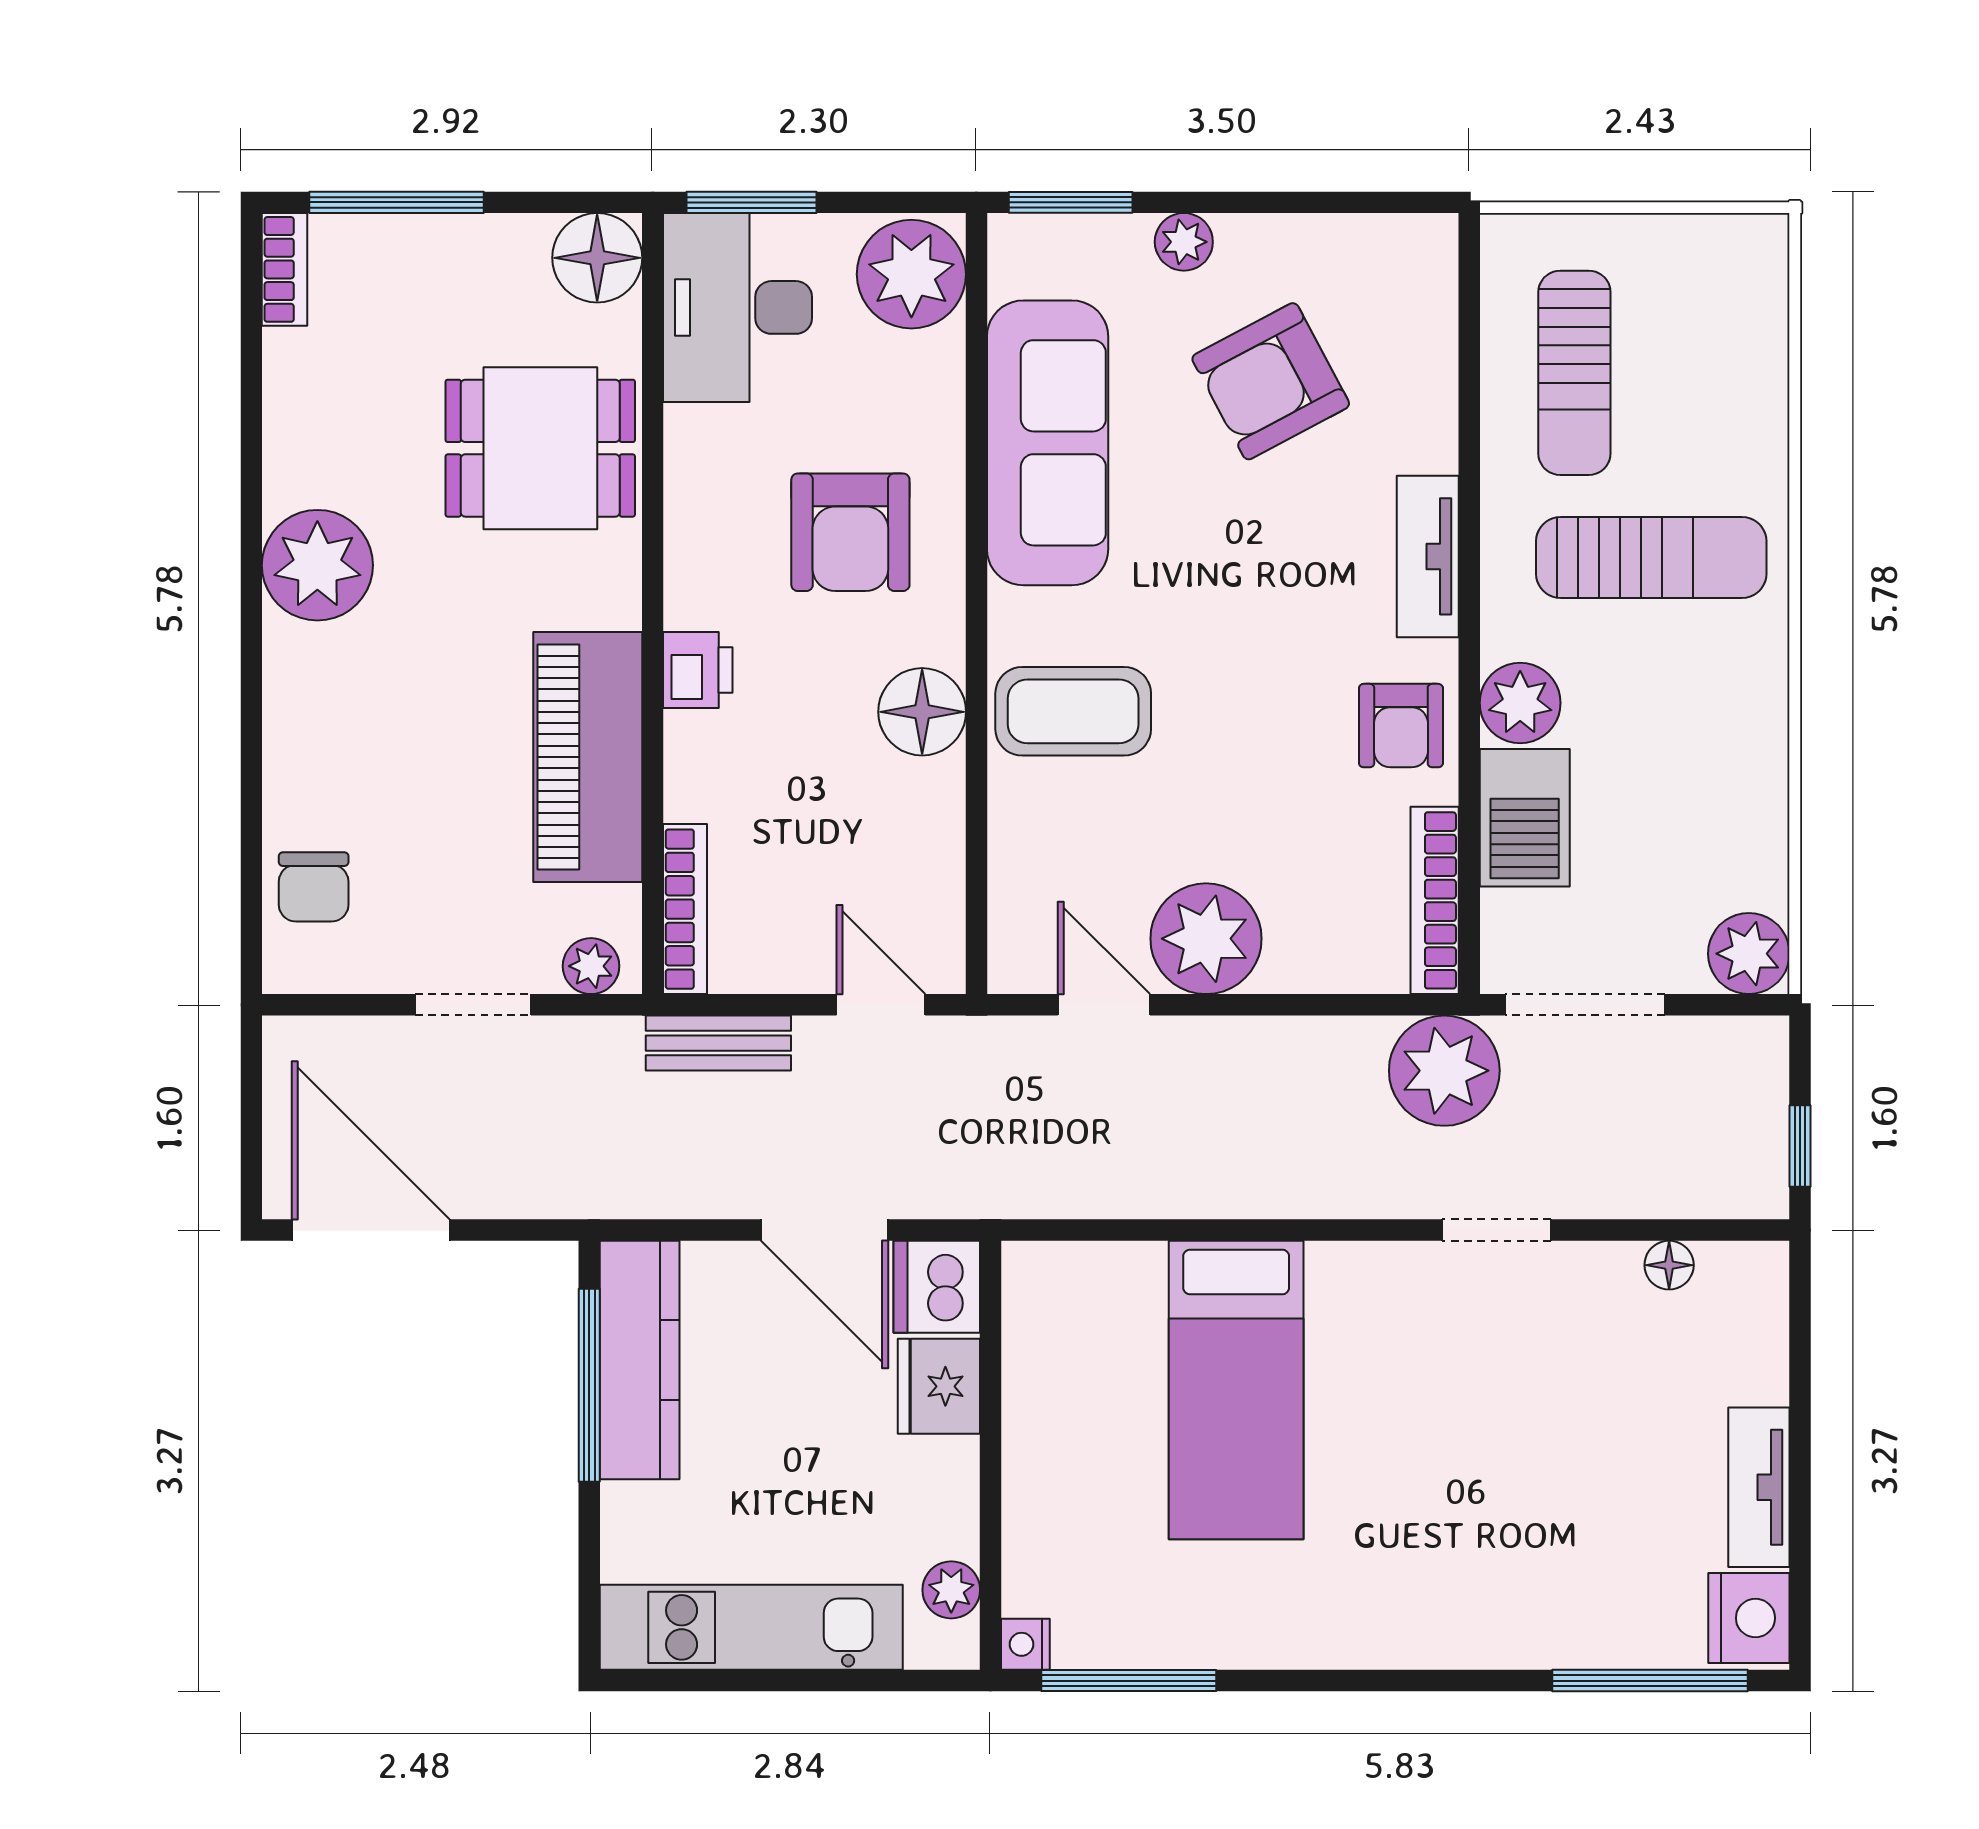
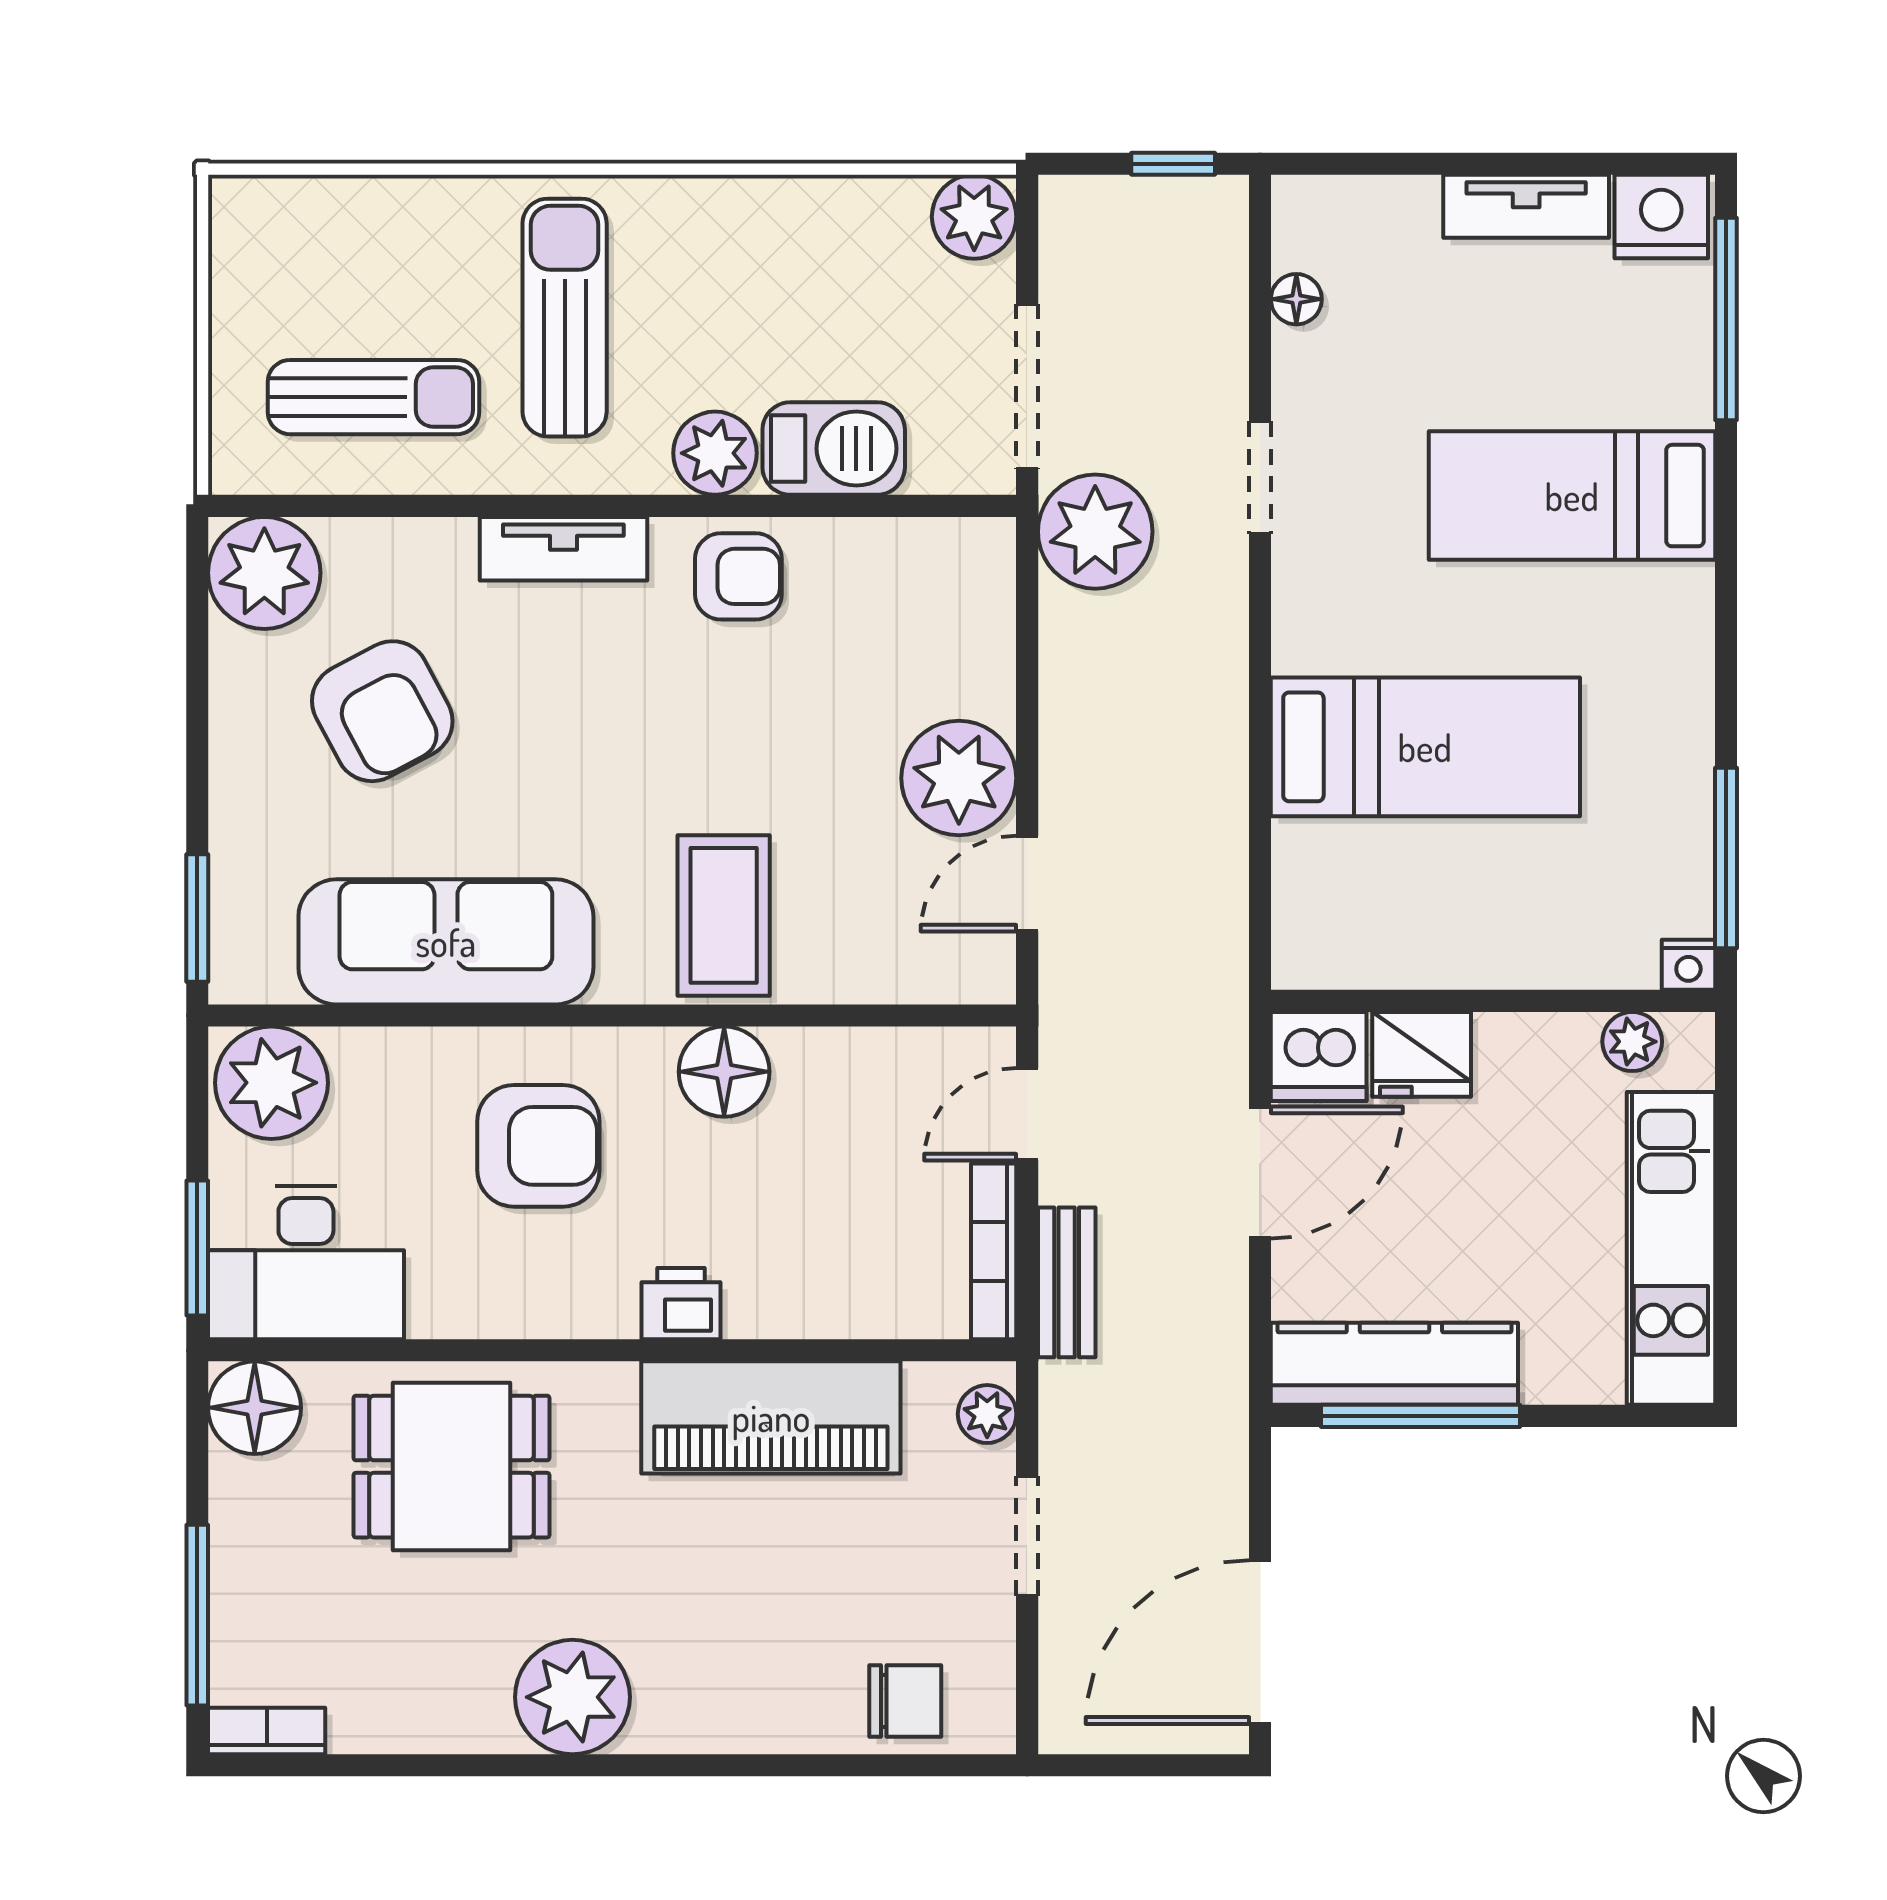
plant: (1184, 242) -> (264, 573), moved, width x1.87, depth x1.87
dining table: (540, 448) -> (451, 1467), turned 90
bookcase: (1435, 900) -> (919, 542), removed
bookcase: (685, 909) -> (994, 1251), moved, turned -90
bed: (1479, 1532) -> (1572, 496), added

